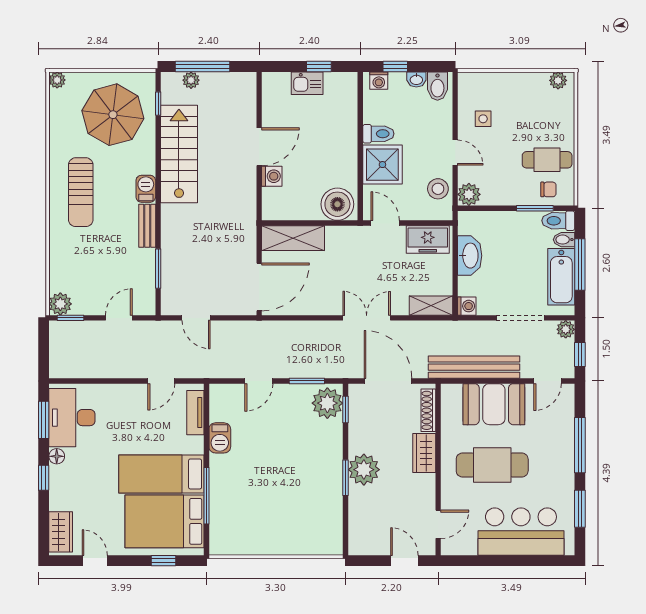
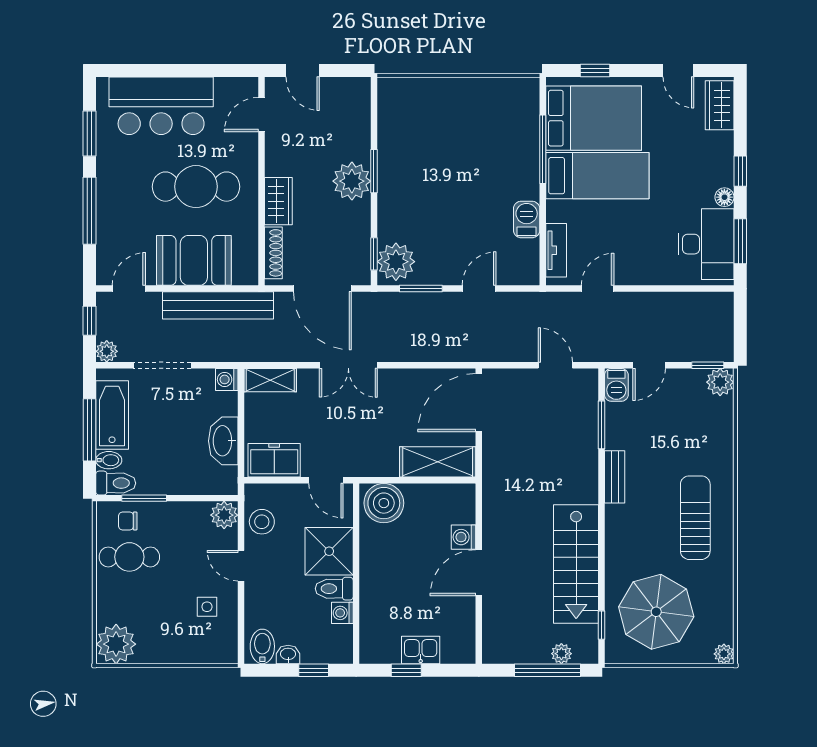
plant: (558, 80) -> (116, 644), width x1.88, depth x1.88
washing machine: (379, 81) -> (342, 613), moved, turned -90
barbecue: (146, 189) -> (616, 385), moved

